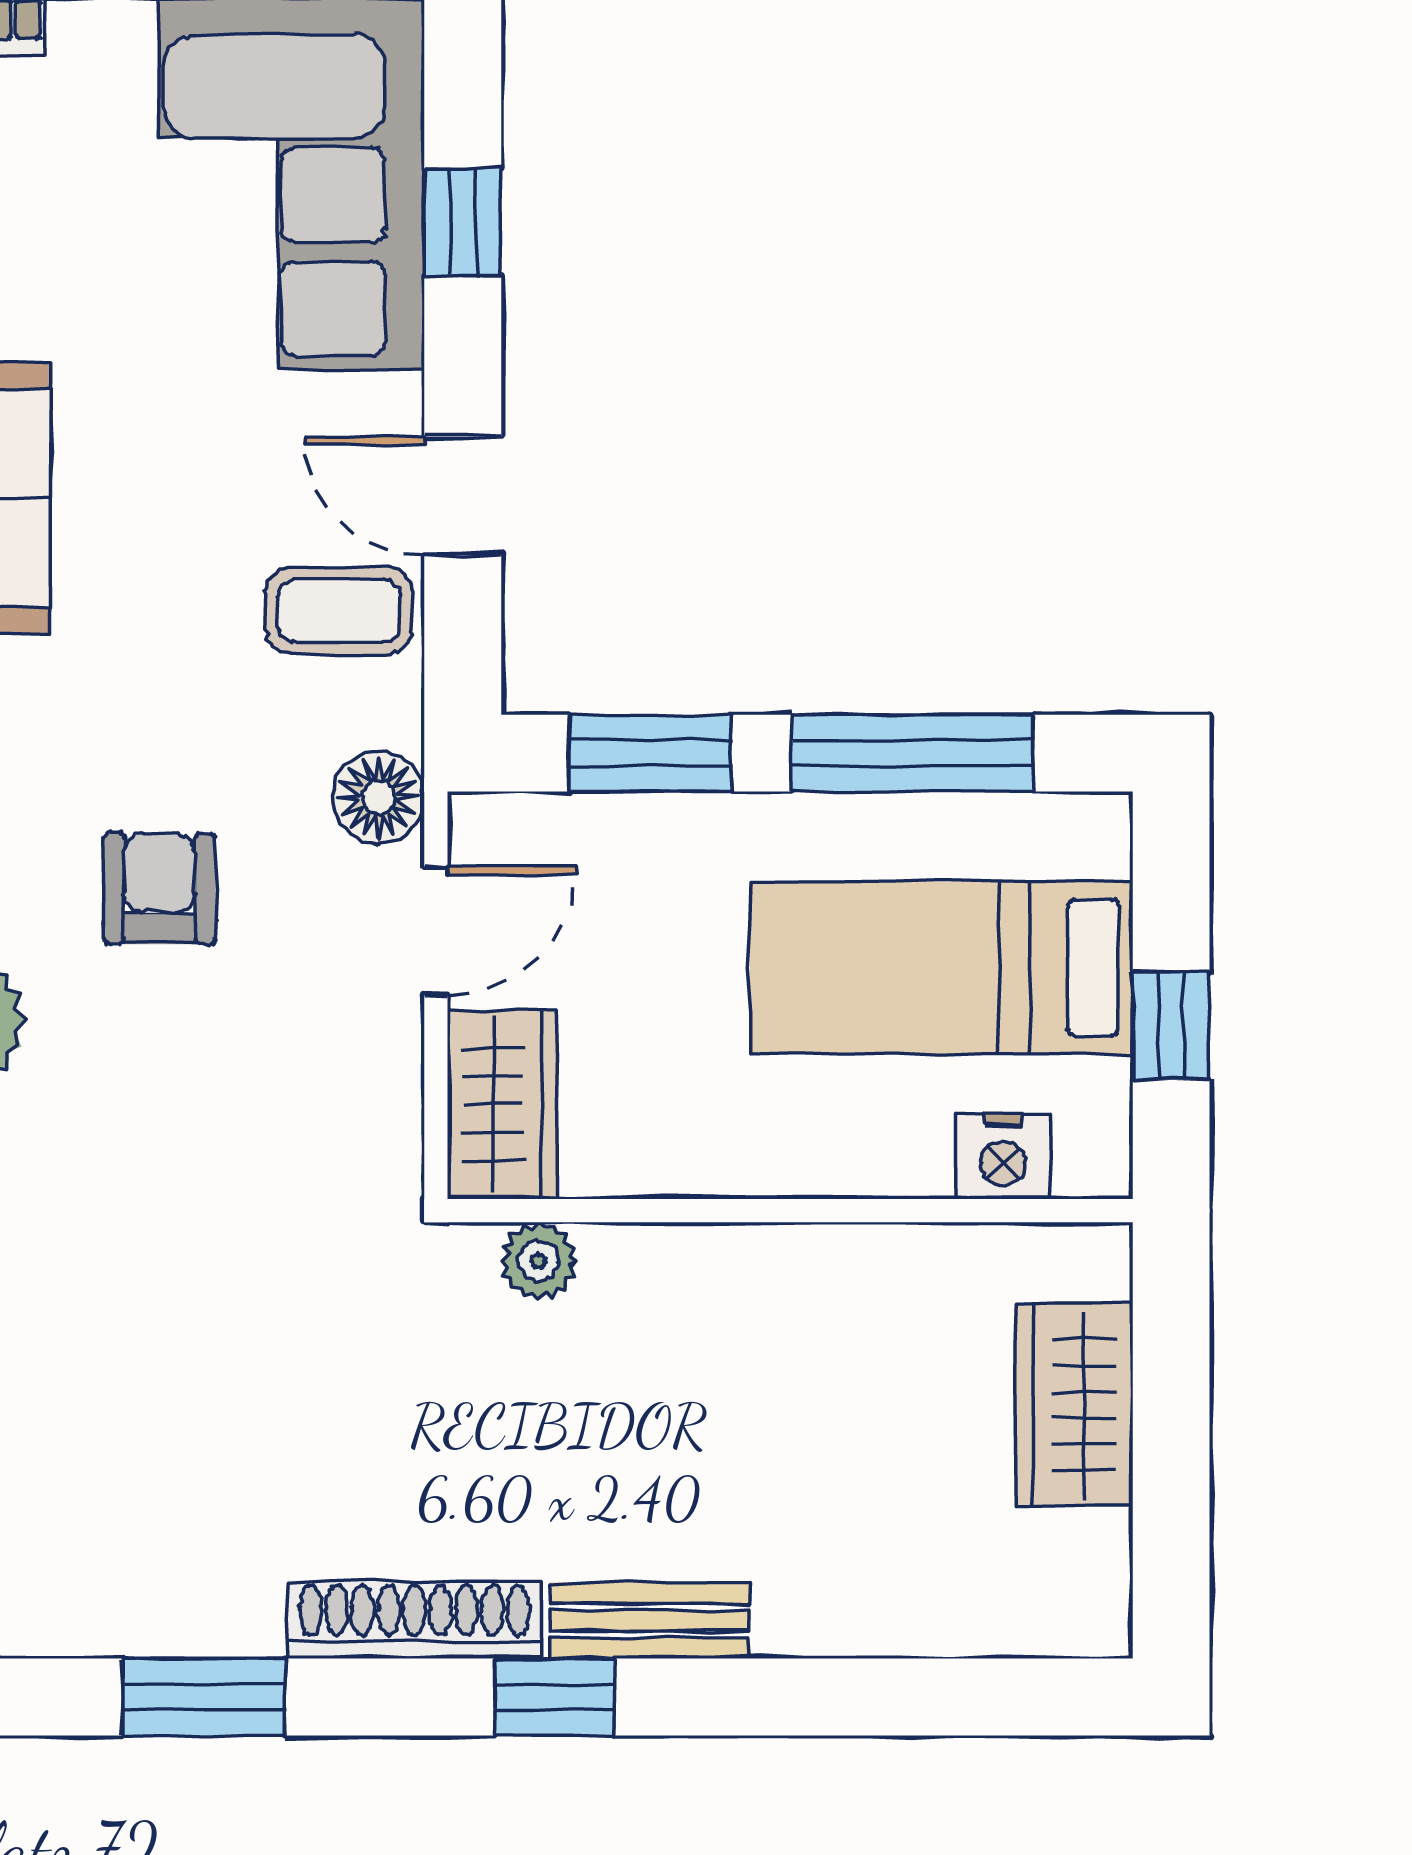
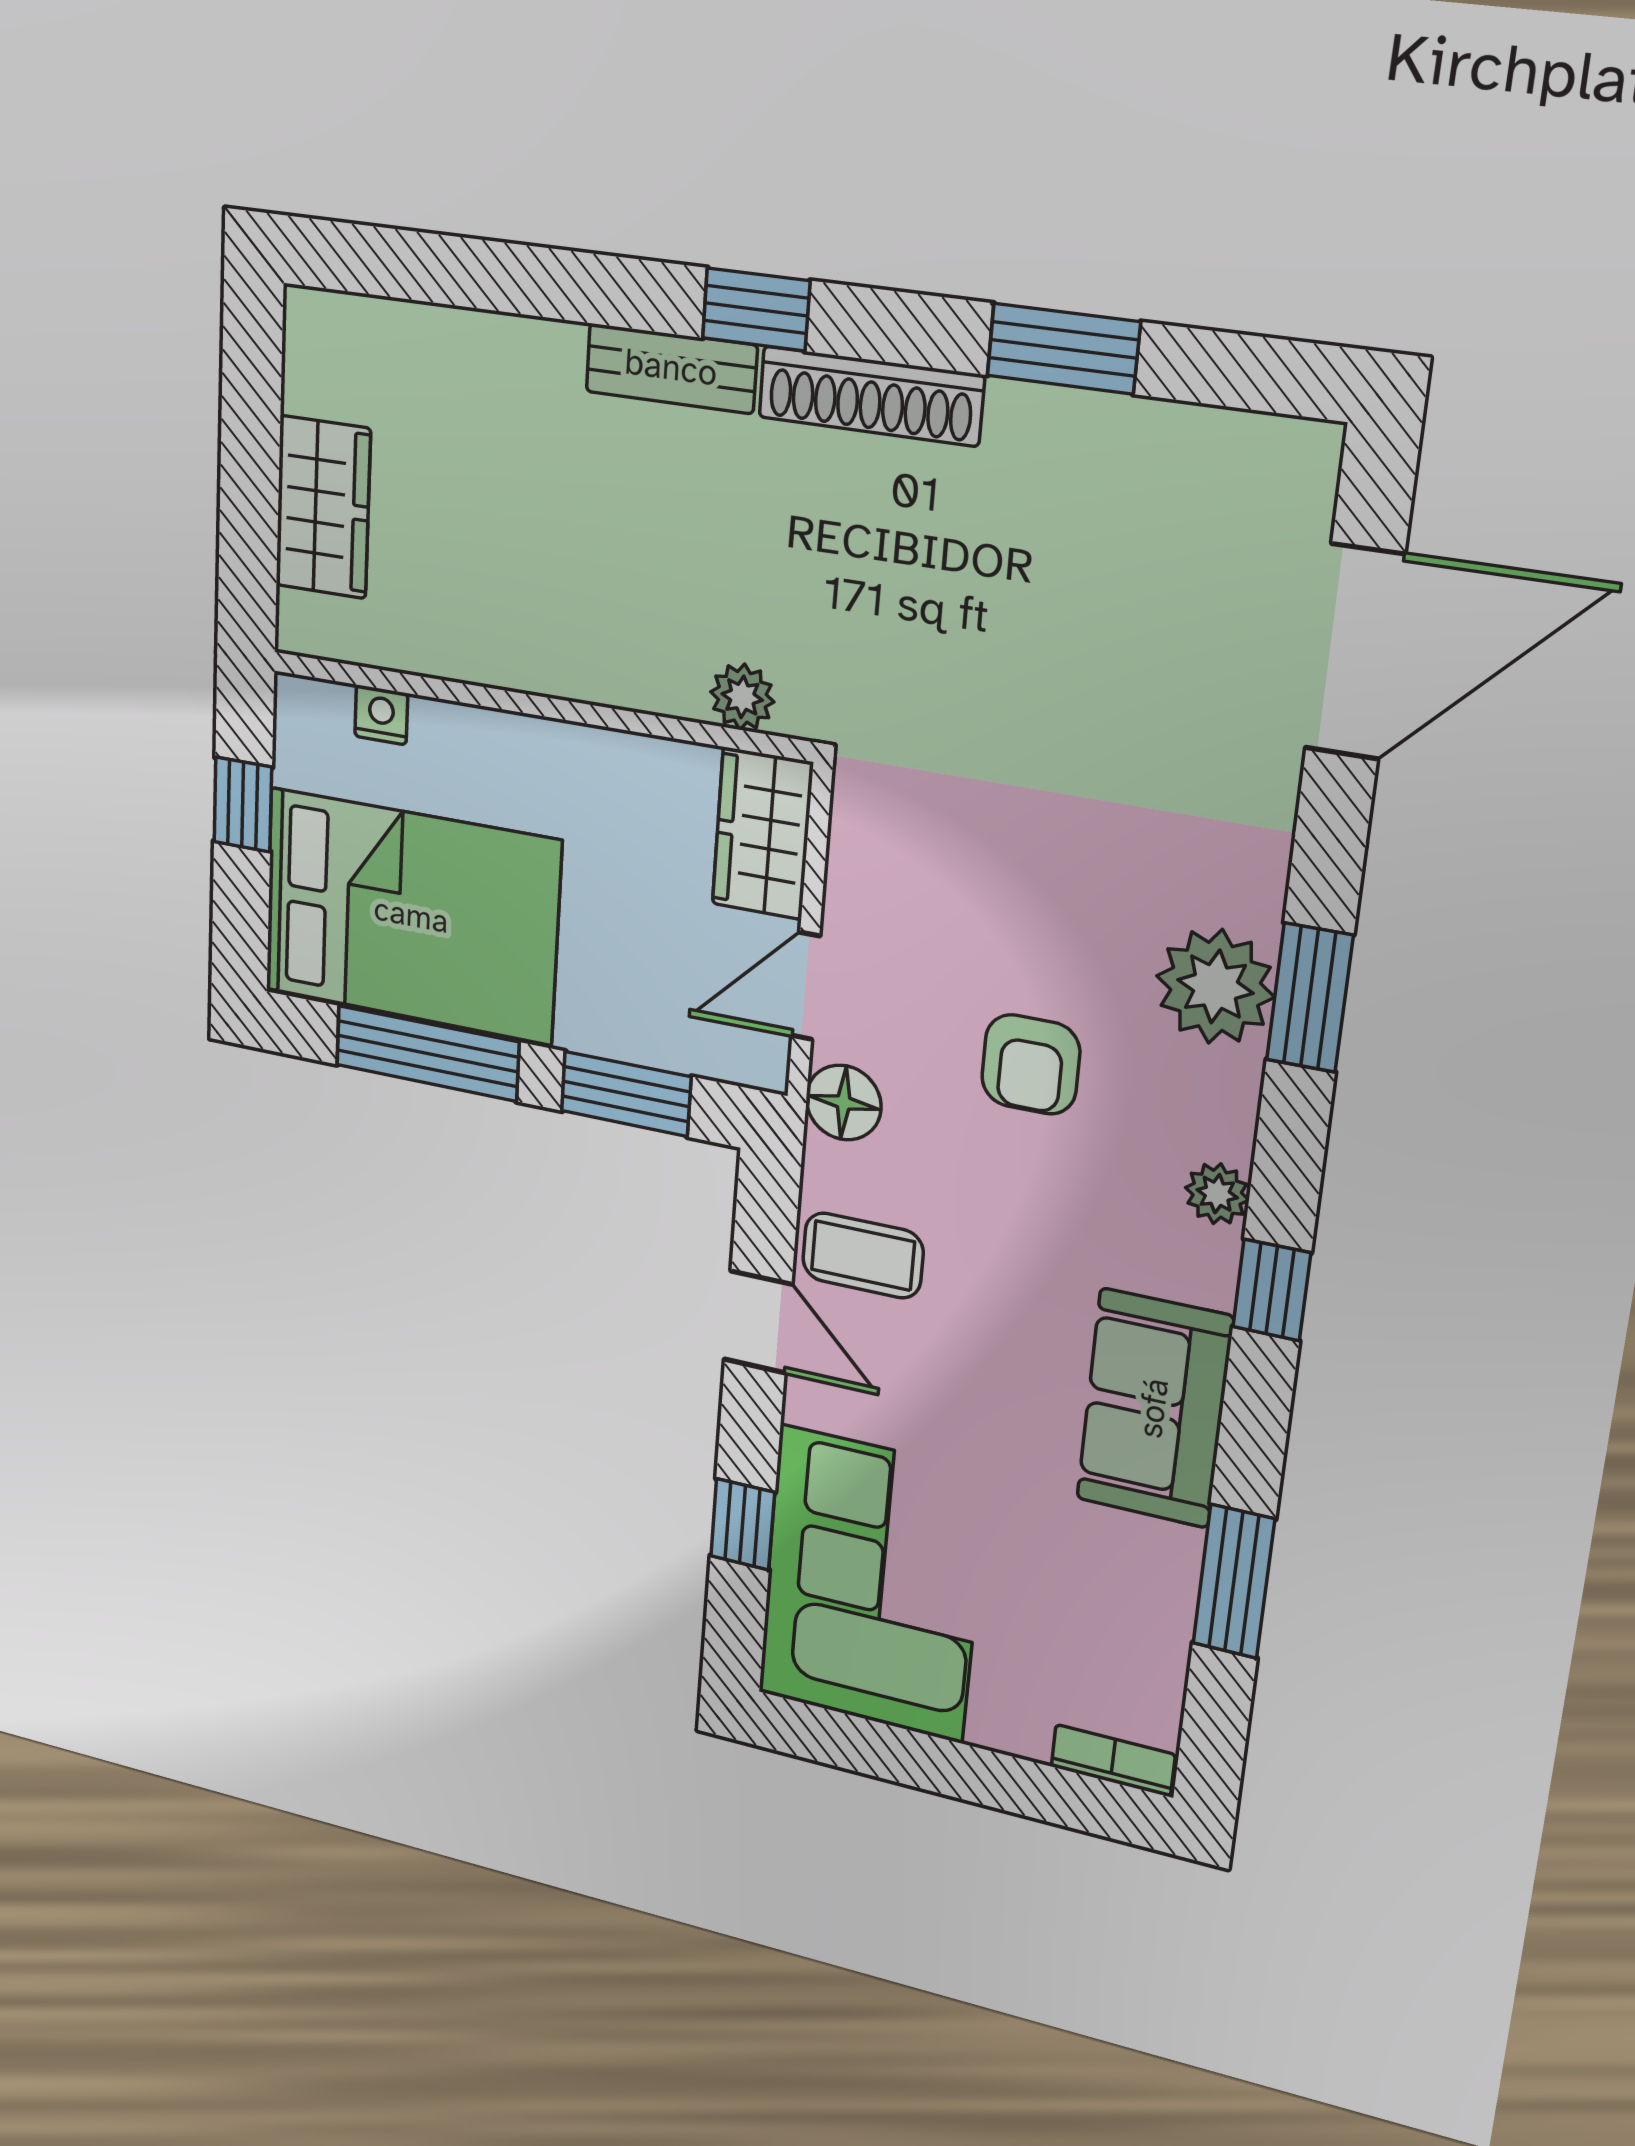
bed: (941, 968) -> (411, 916), width x1.50
nightstand: (1003, 1156) -> (381, 715), width x0.72, depth x0.74

